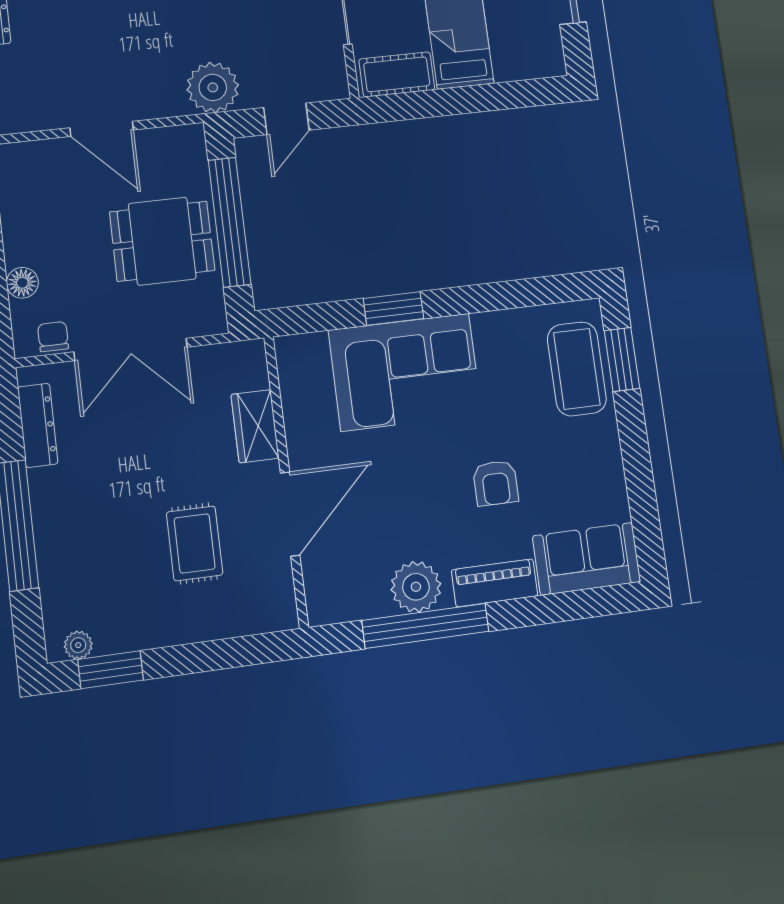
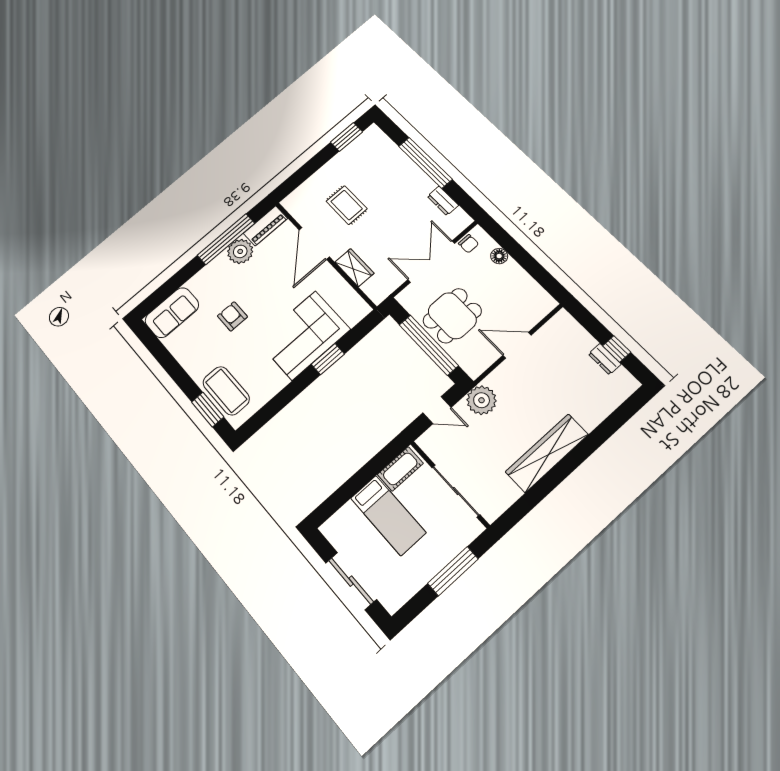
door: (286, 119) -> (437, 410), swing flipped
dresser: (38, 425) -> (443, 201), width x0.70
piano: (495, 583) -> (265, 226), moved
plant: (78, 645) -> (366, 137), removed

